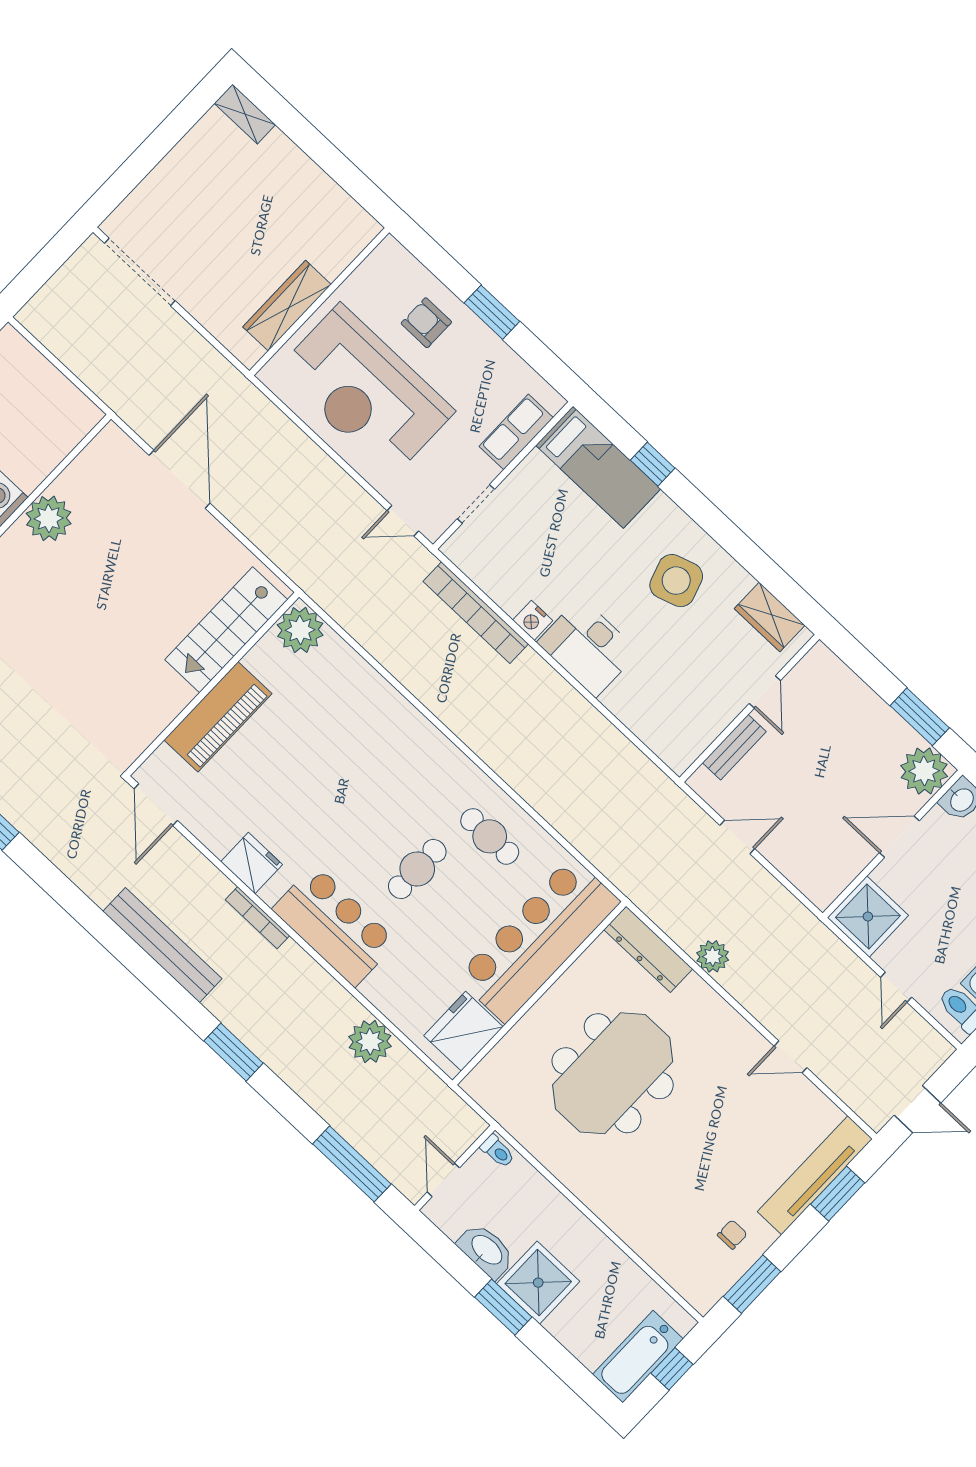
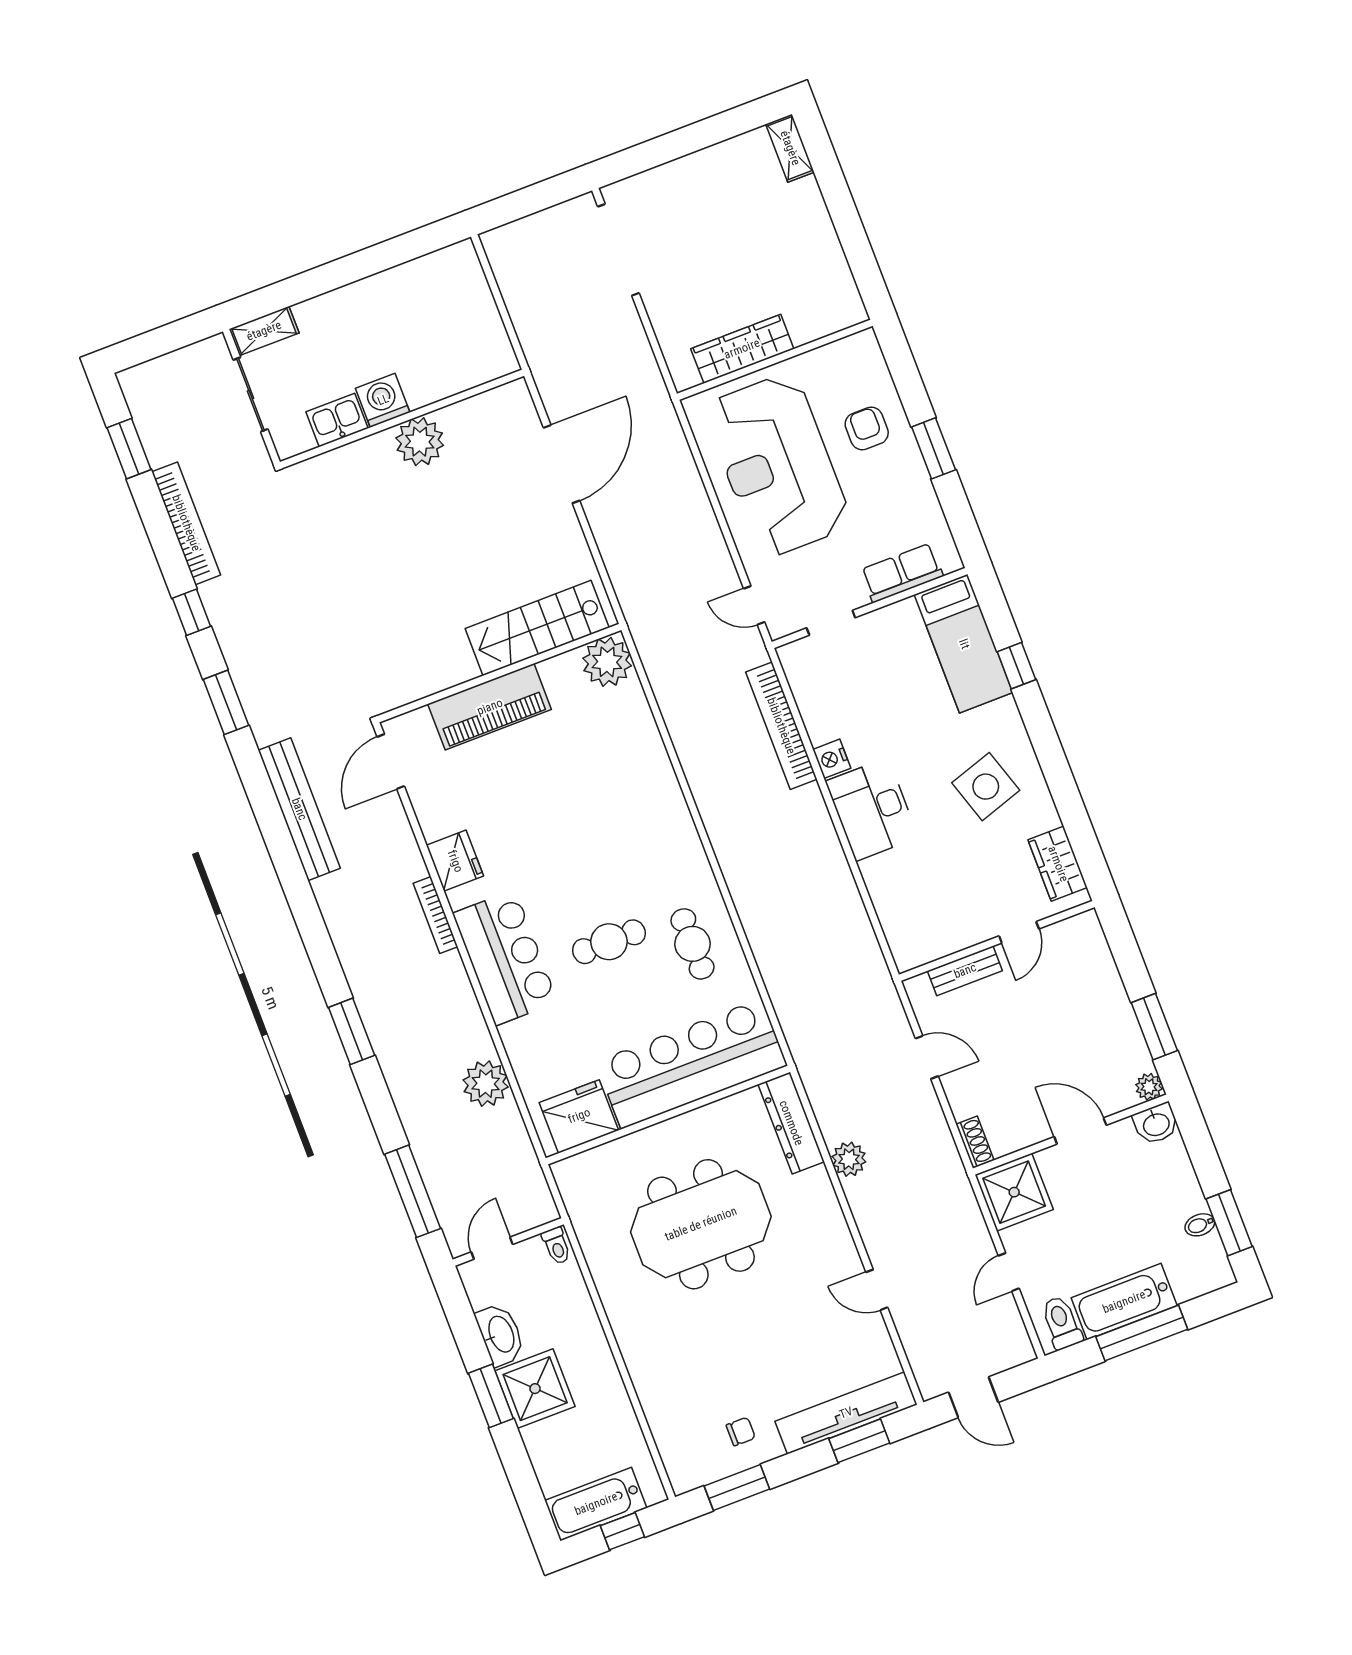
plant: (924, 771) -> (1149, 1087), width x0.53, depth x0.53
shoe rack: (813, 890) -> (975, 1142), added
bench: (162, 945) -> (299, 809), moved

